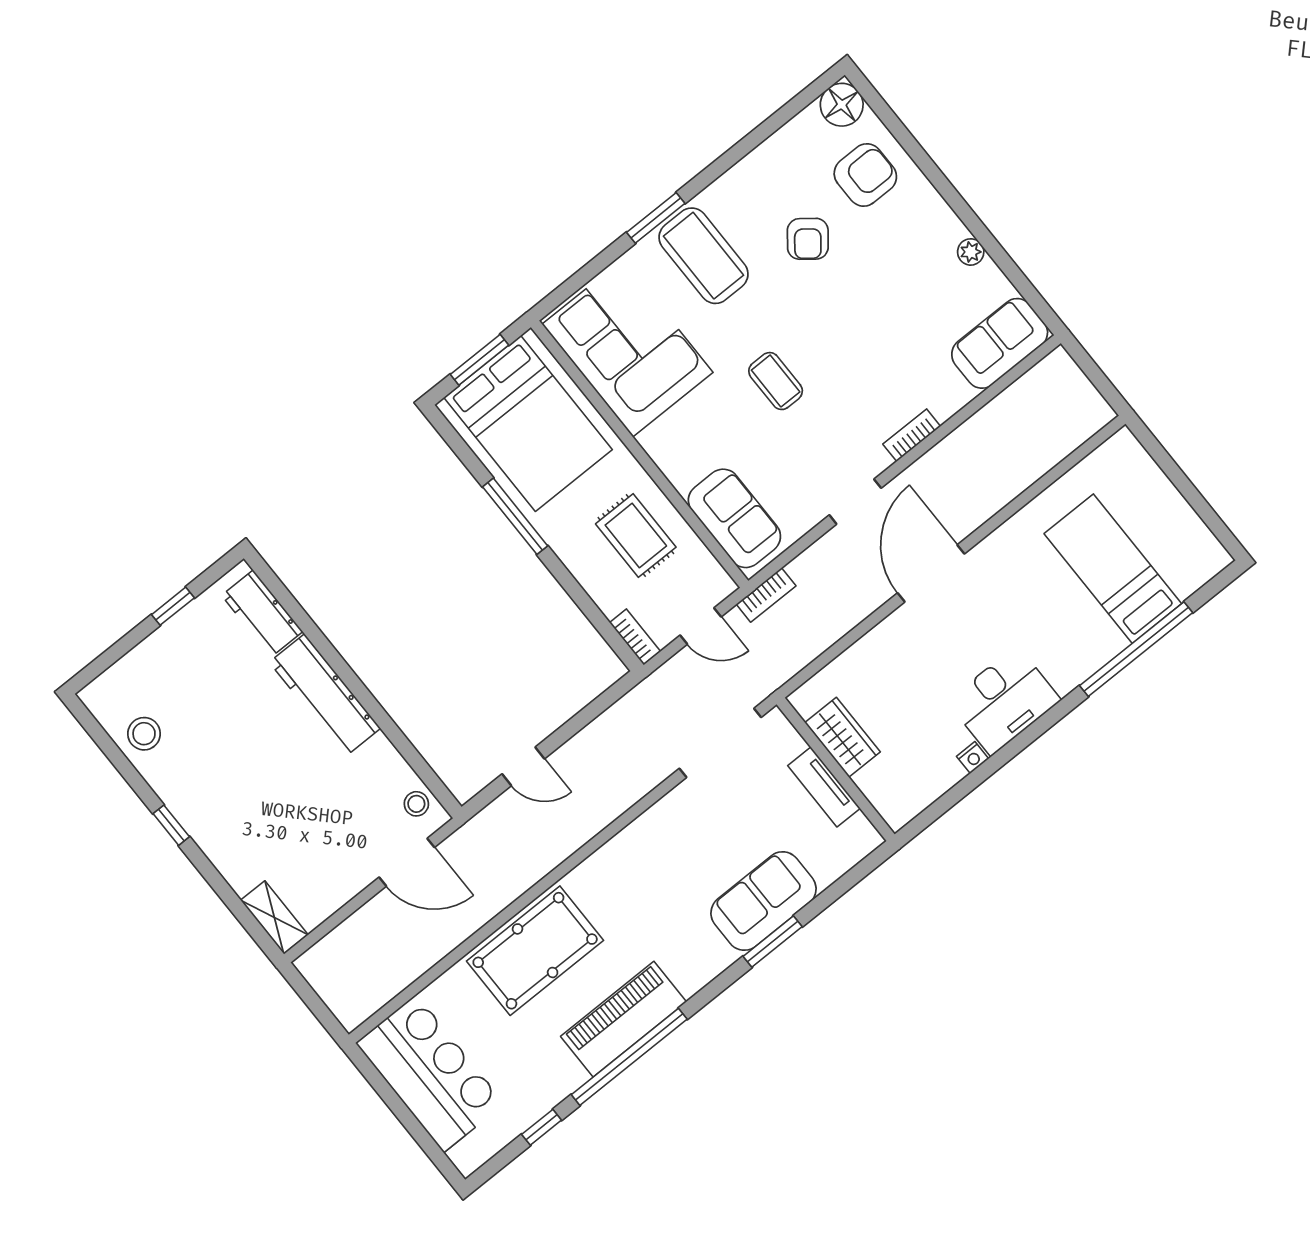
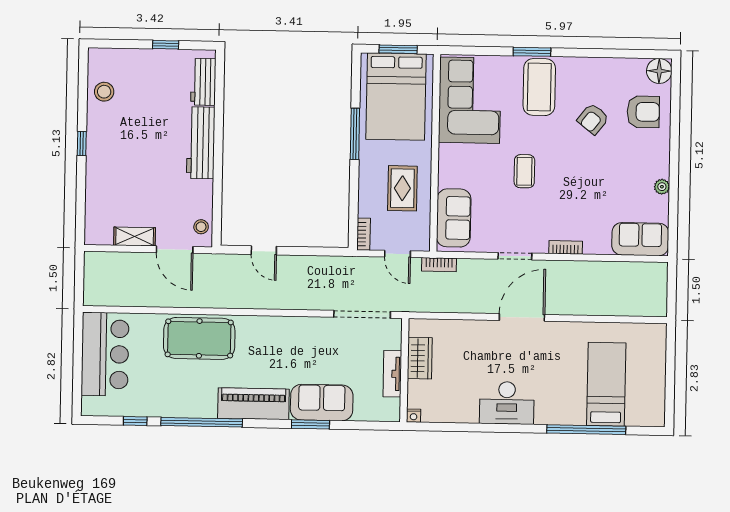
nightstand: (973, 758) -> (414, 416), moved
shelving: (274, 918) -> (135, 237), moved, turned 90
piano: (624, 1019) -> (253, 404), moved

